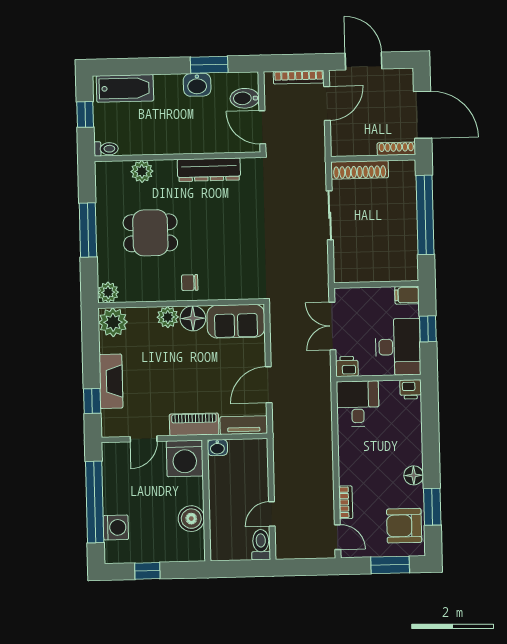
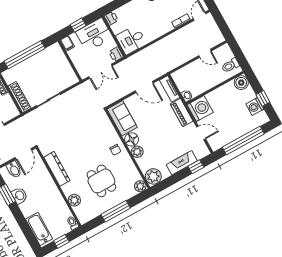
boiler: (191, 519) -> (241, 83), moved
washing machine: (116, 527) -> (255, 106), moved, turned -90
toilet: (261, 545) -> (230, 65), moved

